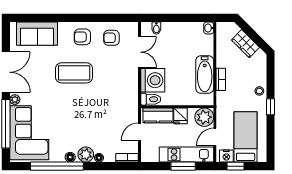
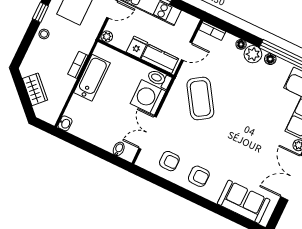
coffee table: (74, 73) -> (200, 98), moved, turned 57
plant: (204, 117) -> (107, 37), width x0.53, depth x0.53

